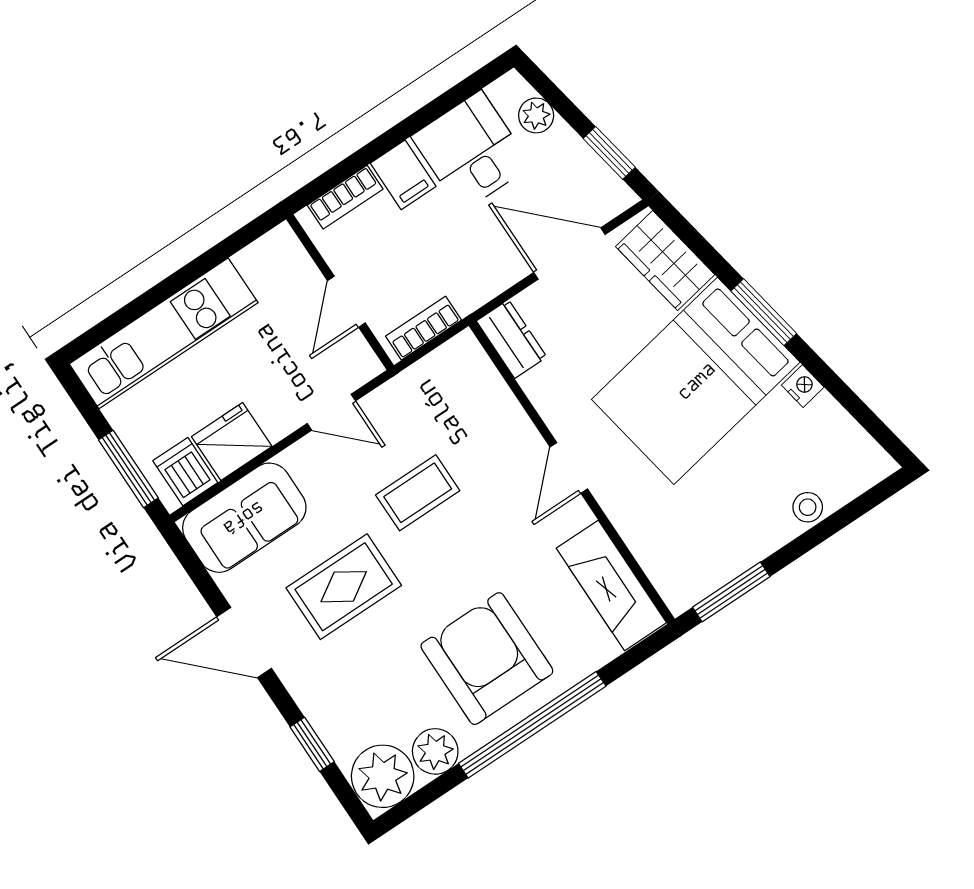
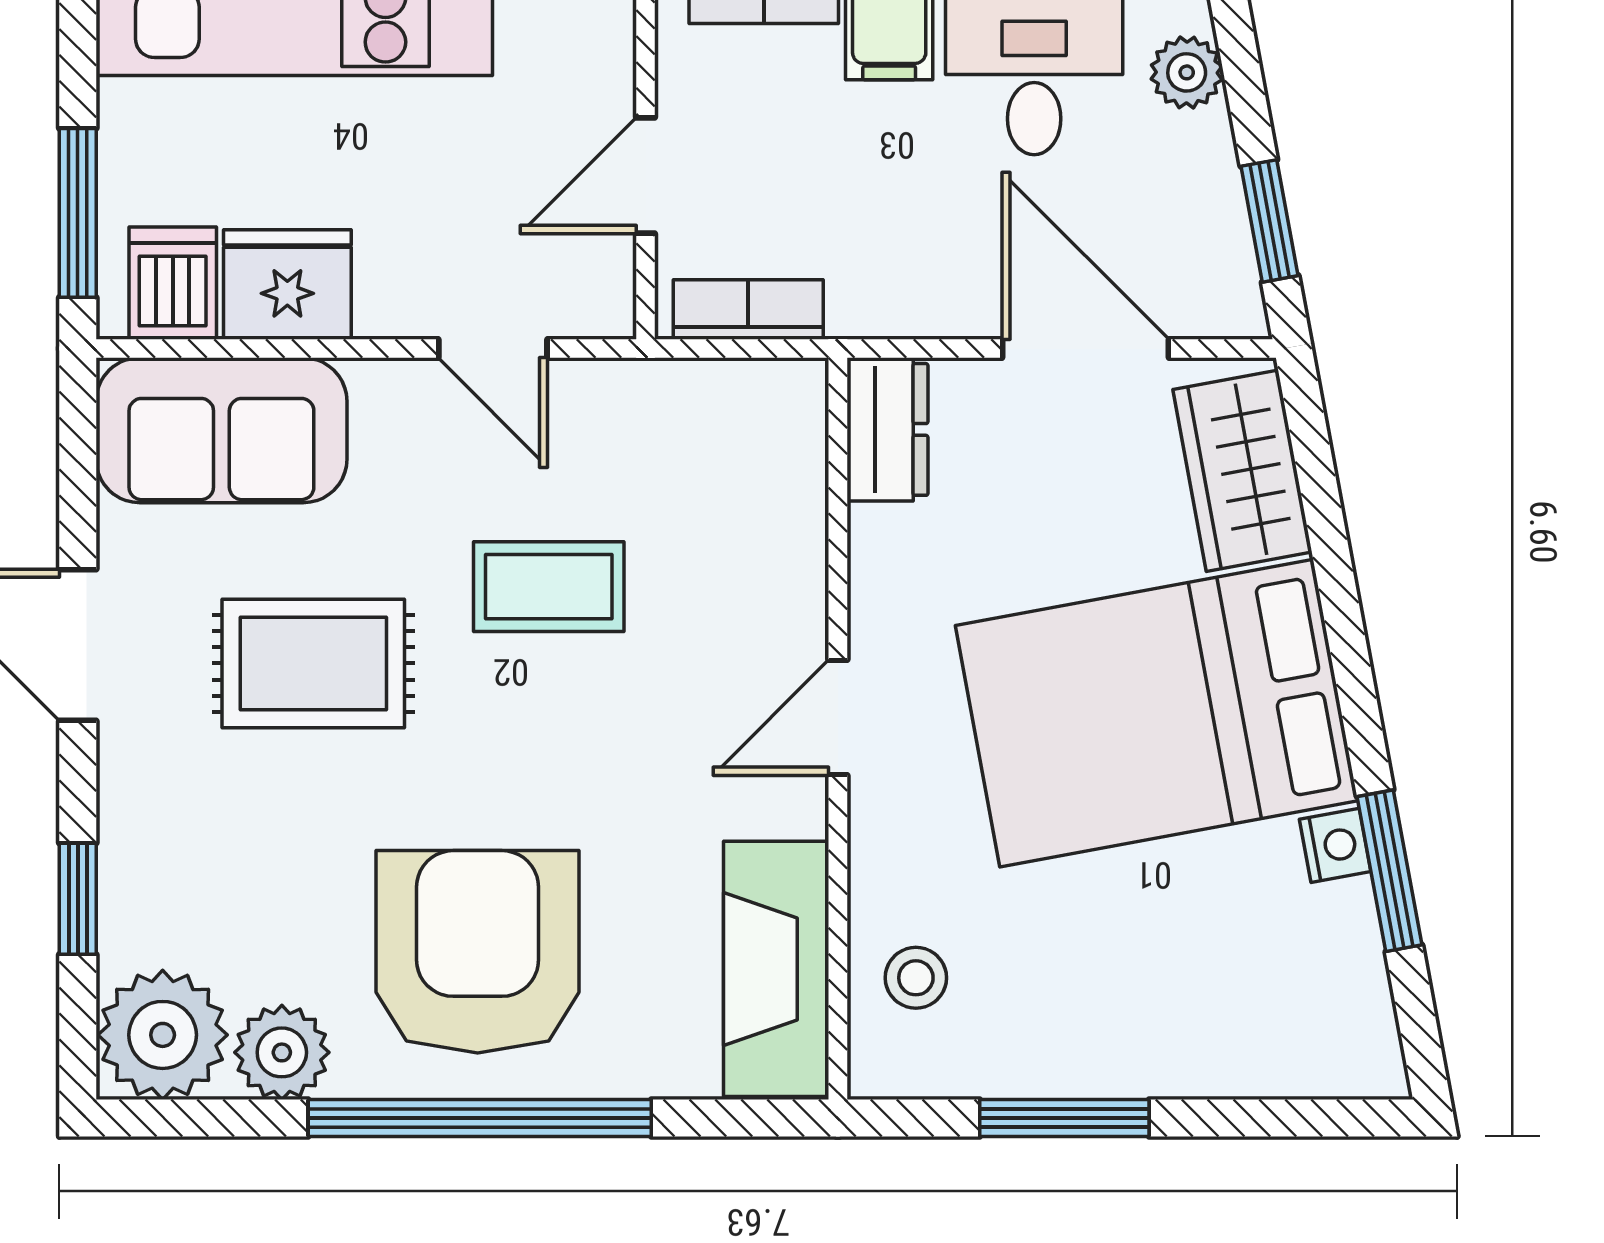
window: (764, 312) -> (1389, 871), moved
stool: (808, 507) -> (916, 978), moved
window: (731, 592) -> (1064, 1118), moved

